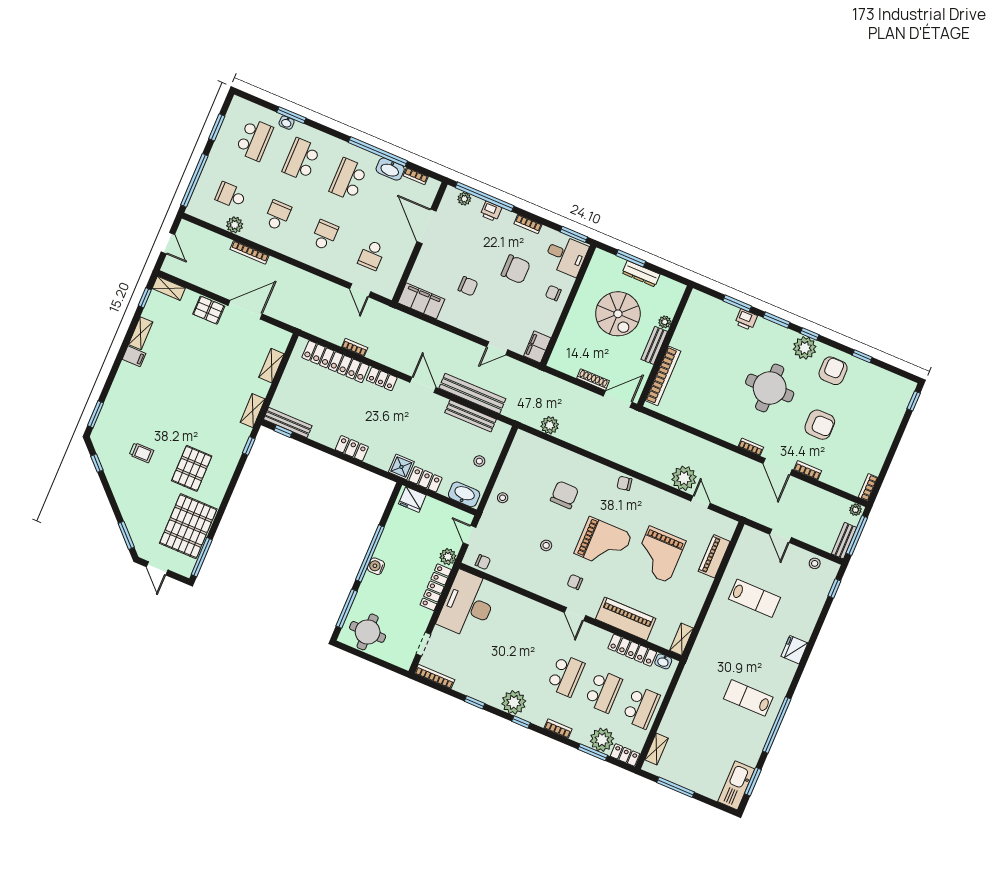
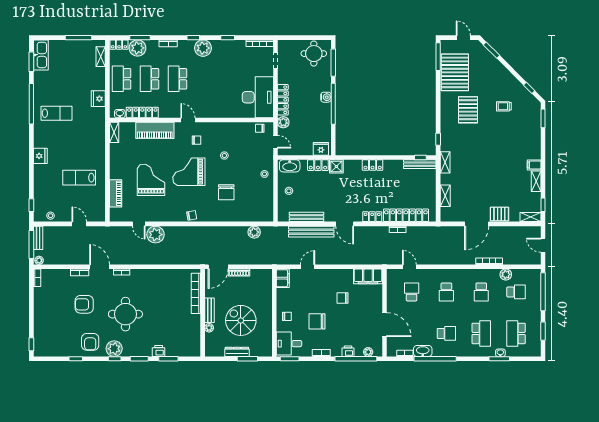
school desk: (348, 179) -> (446, 333), width x0.54
fridge: (684, 694) -> (98, 99), added

